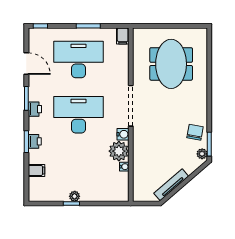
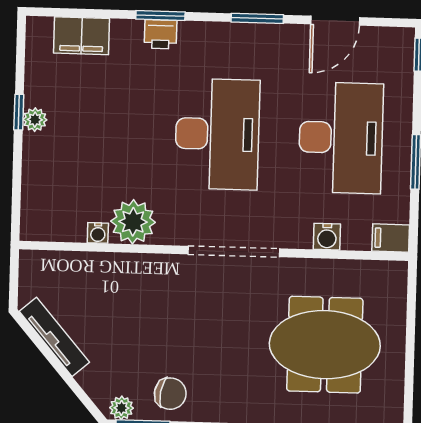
printer: (35, 109) -> (233, 37), removed
water cooler: (123, 134) -> (327, 237), moved
filing cabinet: (36, 170) -> (82, 36), width x2.00

